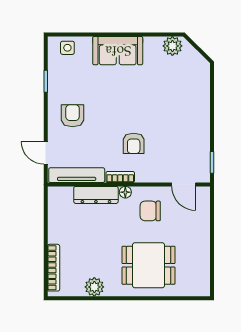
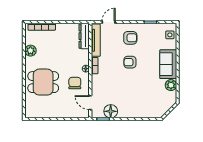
plant: (172, 46) -> (171, 85), moved
armchair: (134, 143) -> (130, 62), moved
floor lamp: (199, 149) -> (111, 111), added
door: (184, 184) -> (90, 103), hinge flipped
dresser: (96, 195) -> (84, 36), moved
dining table: (149, 265) -> (43, 82), turned 90

